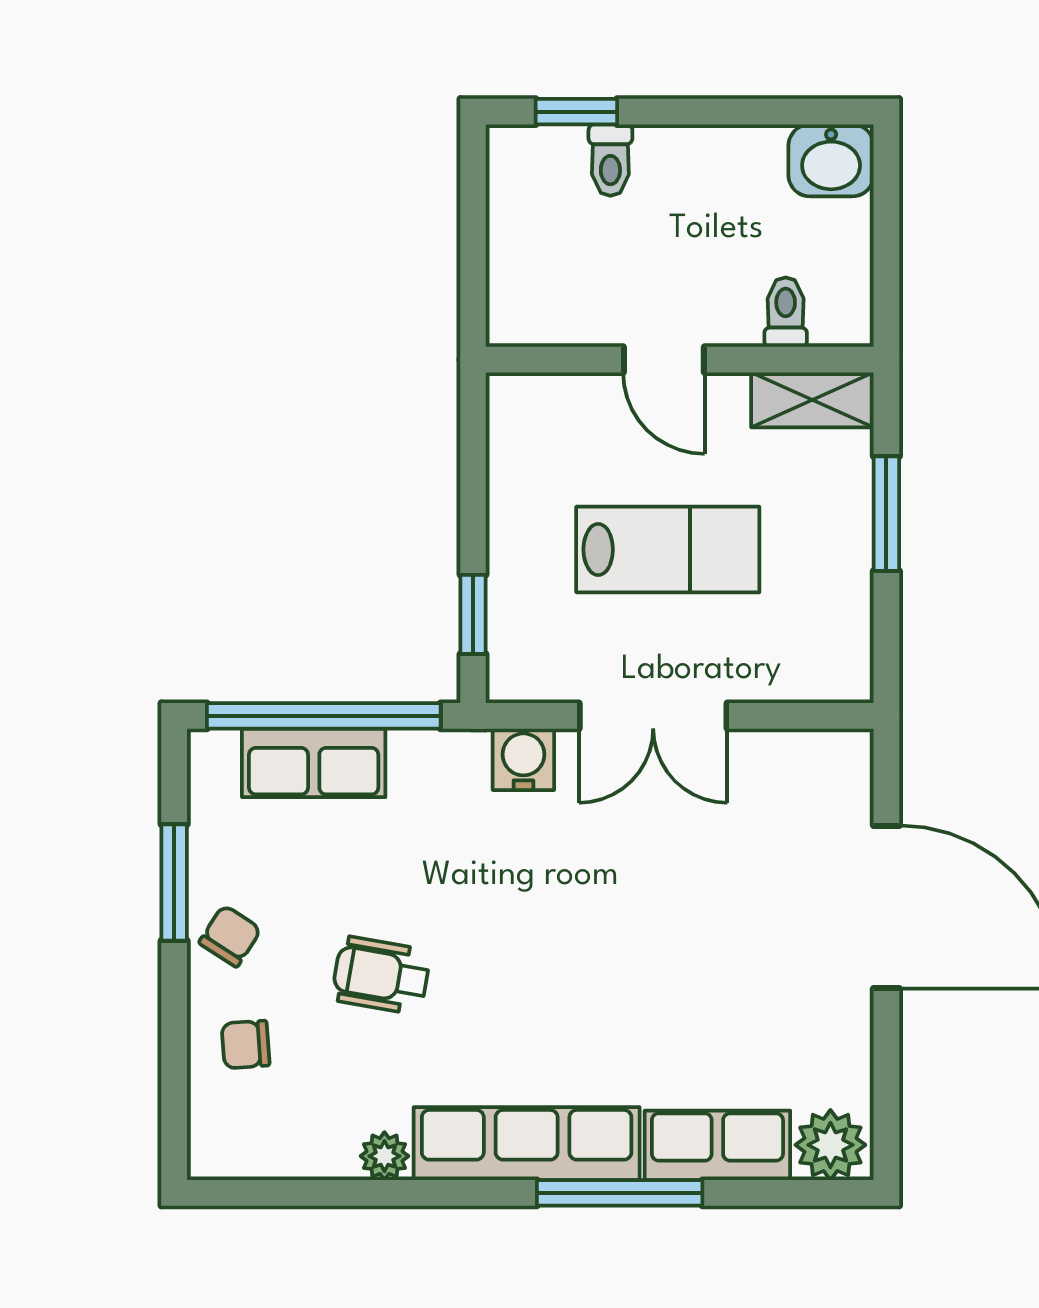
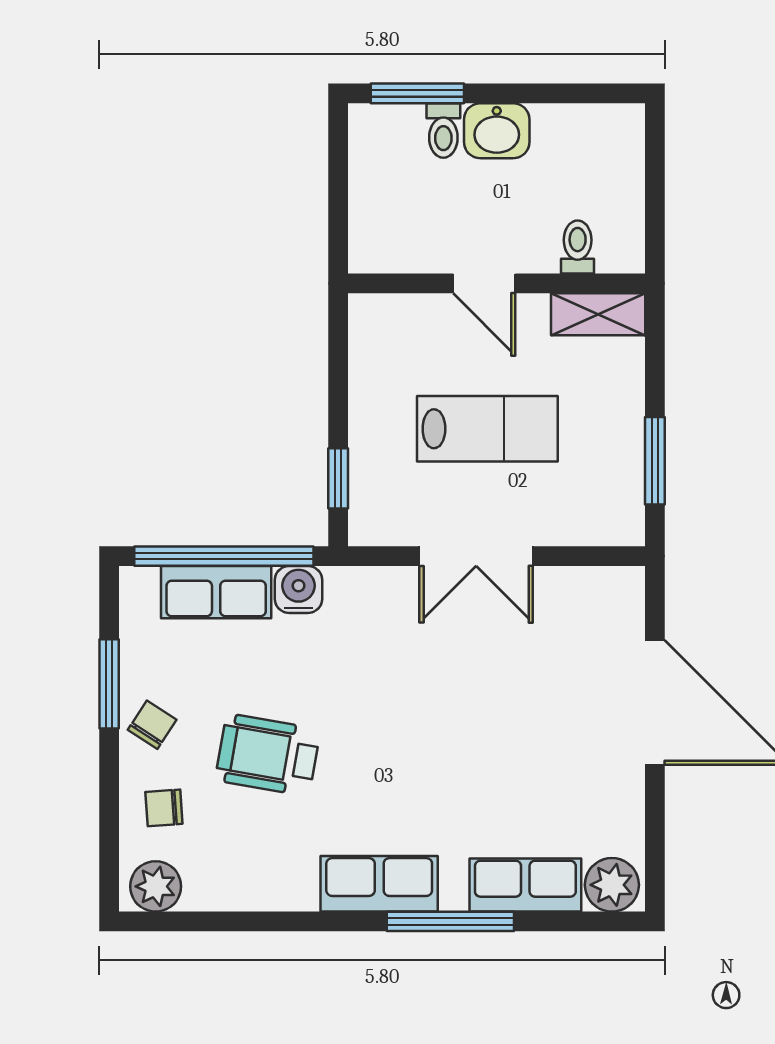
window: (576, 112) -> (417, 93), width x1.50
washbasin: (831, 160) -> (497, 131), moved
window: (886, 514) -> (655, 461), moved
water cooler: (523, 759) -> (299, 589), moved
wheelchair: (381, 975) -> (268, 755), width x1.36, depth x1.37
row of seats: (527, 1144) -> (379, 884), width x0.68
plant: (384, 1156) -> (156, 886), moved, width x1.38, depth x1.38

